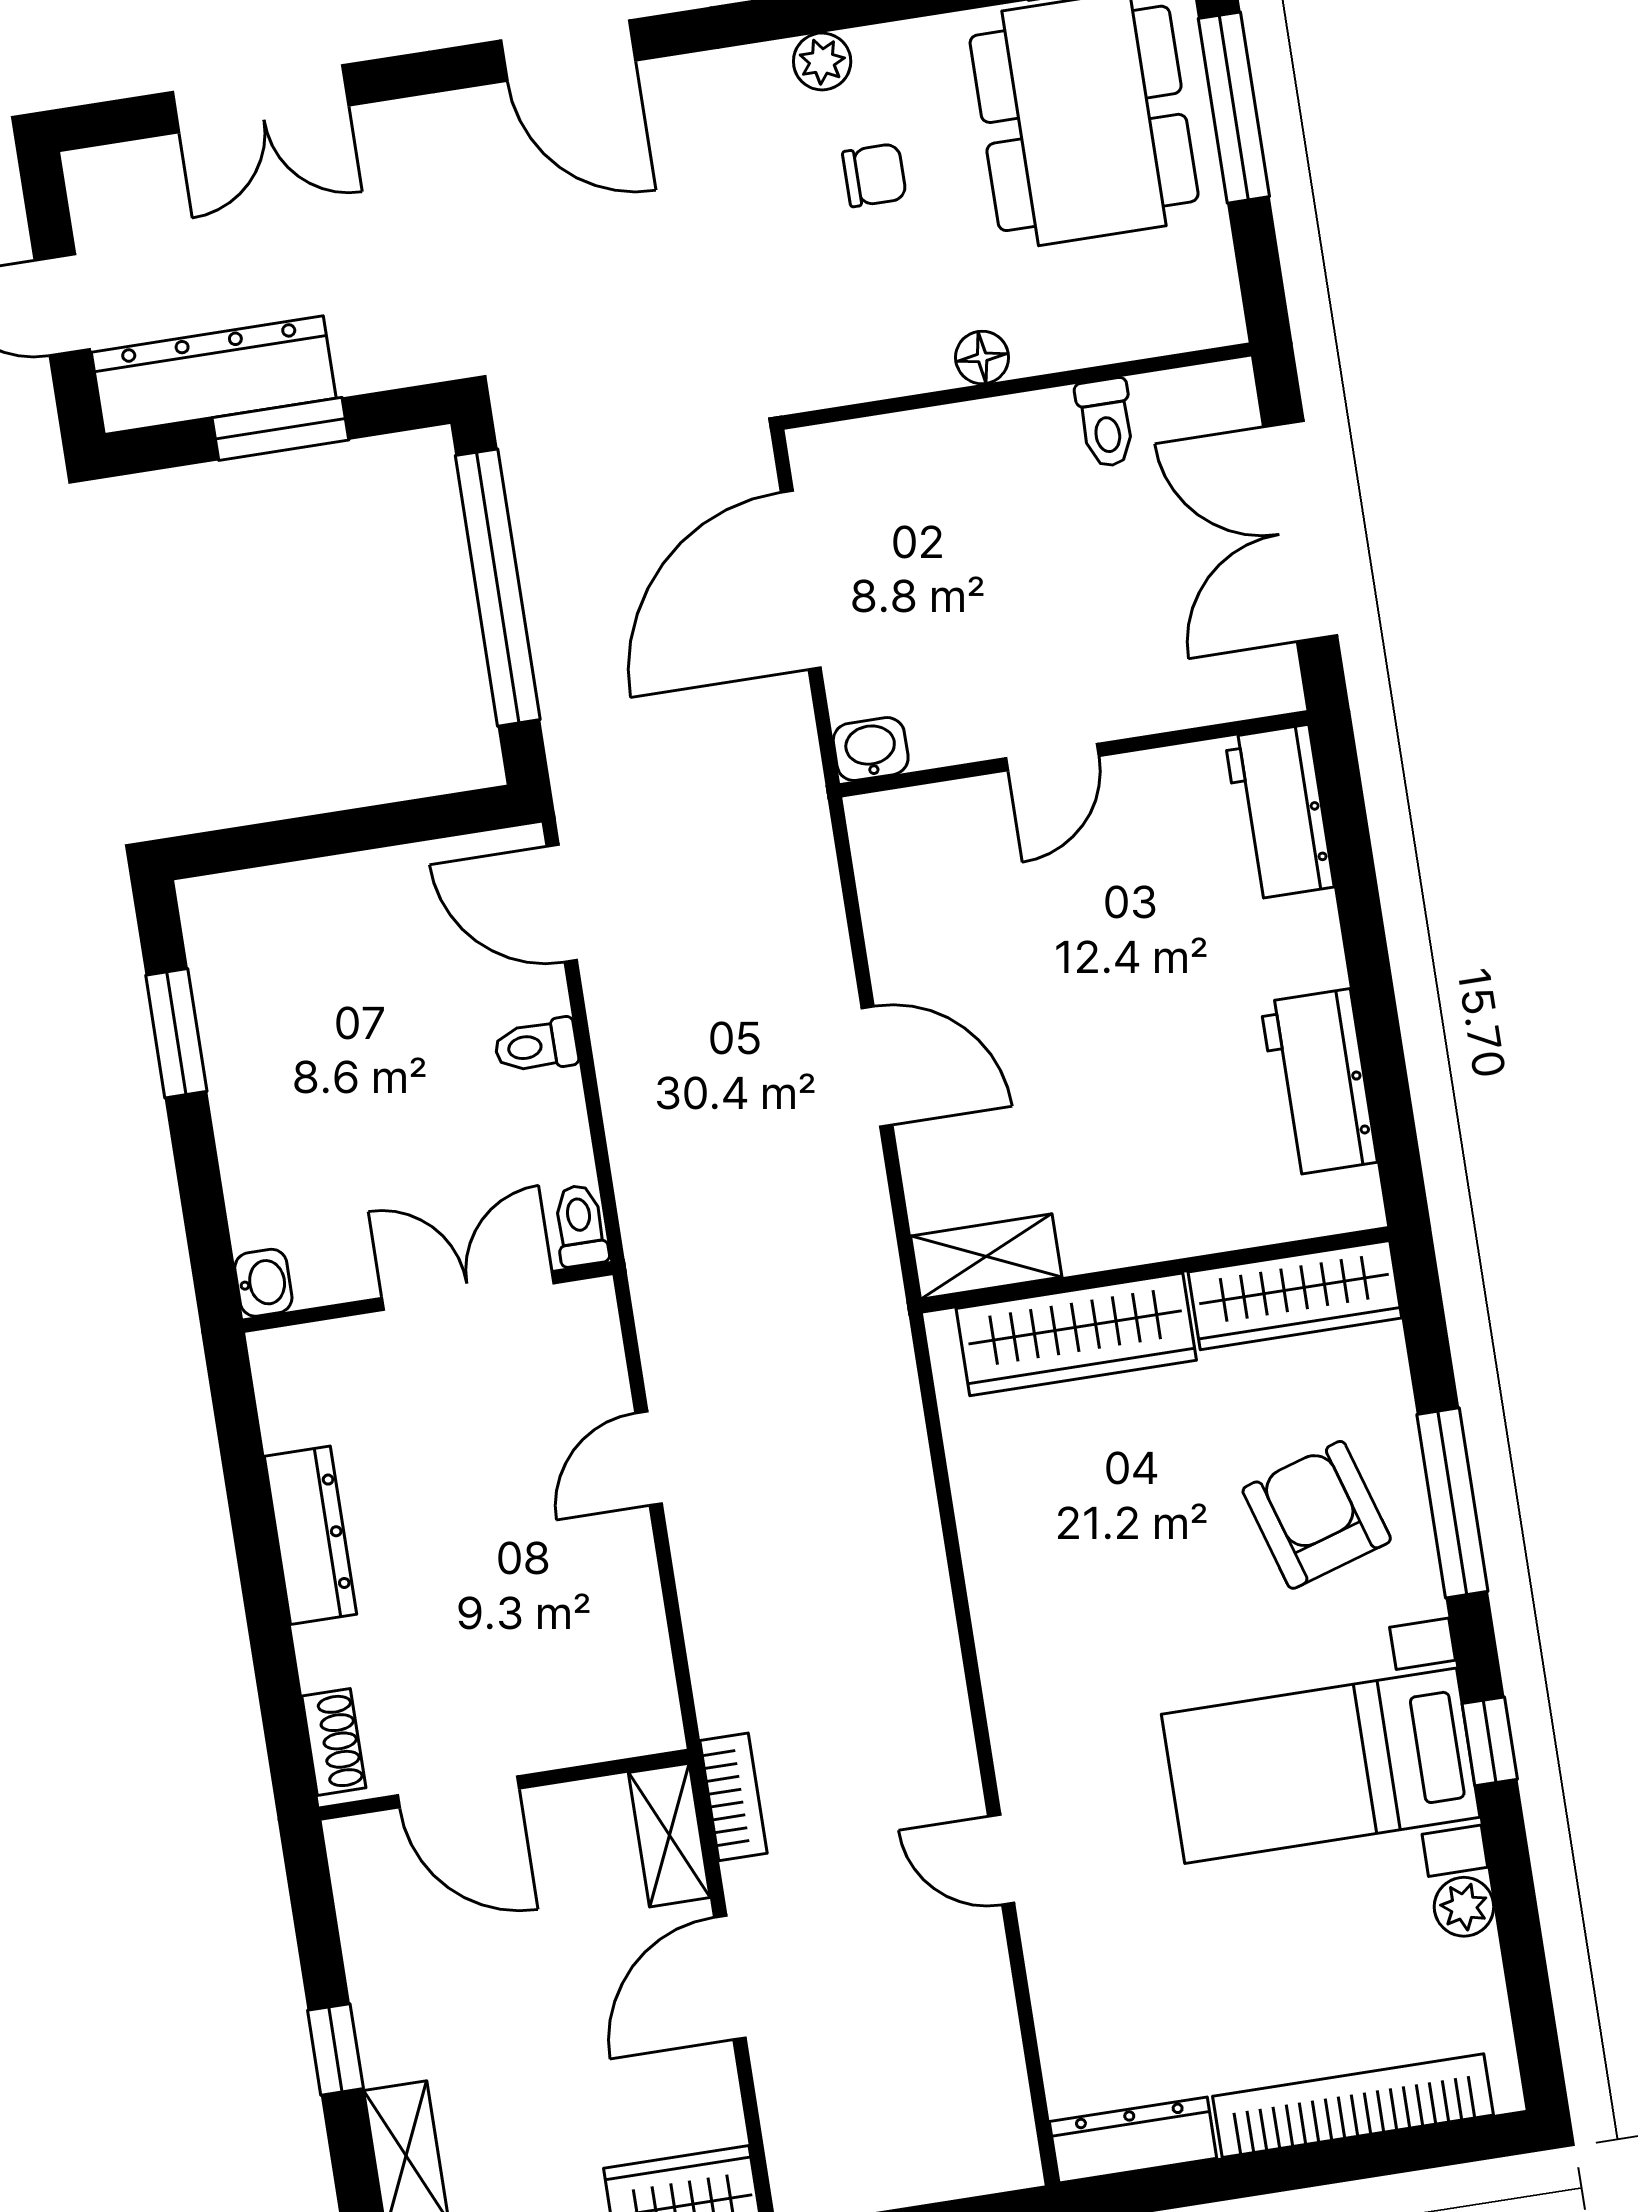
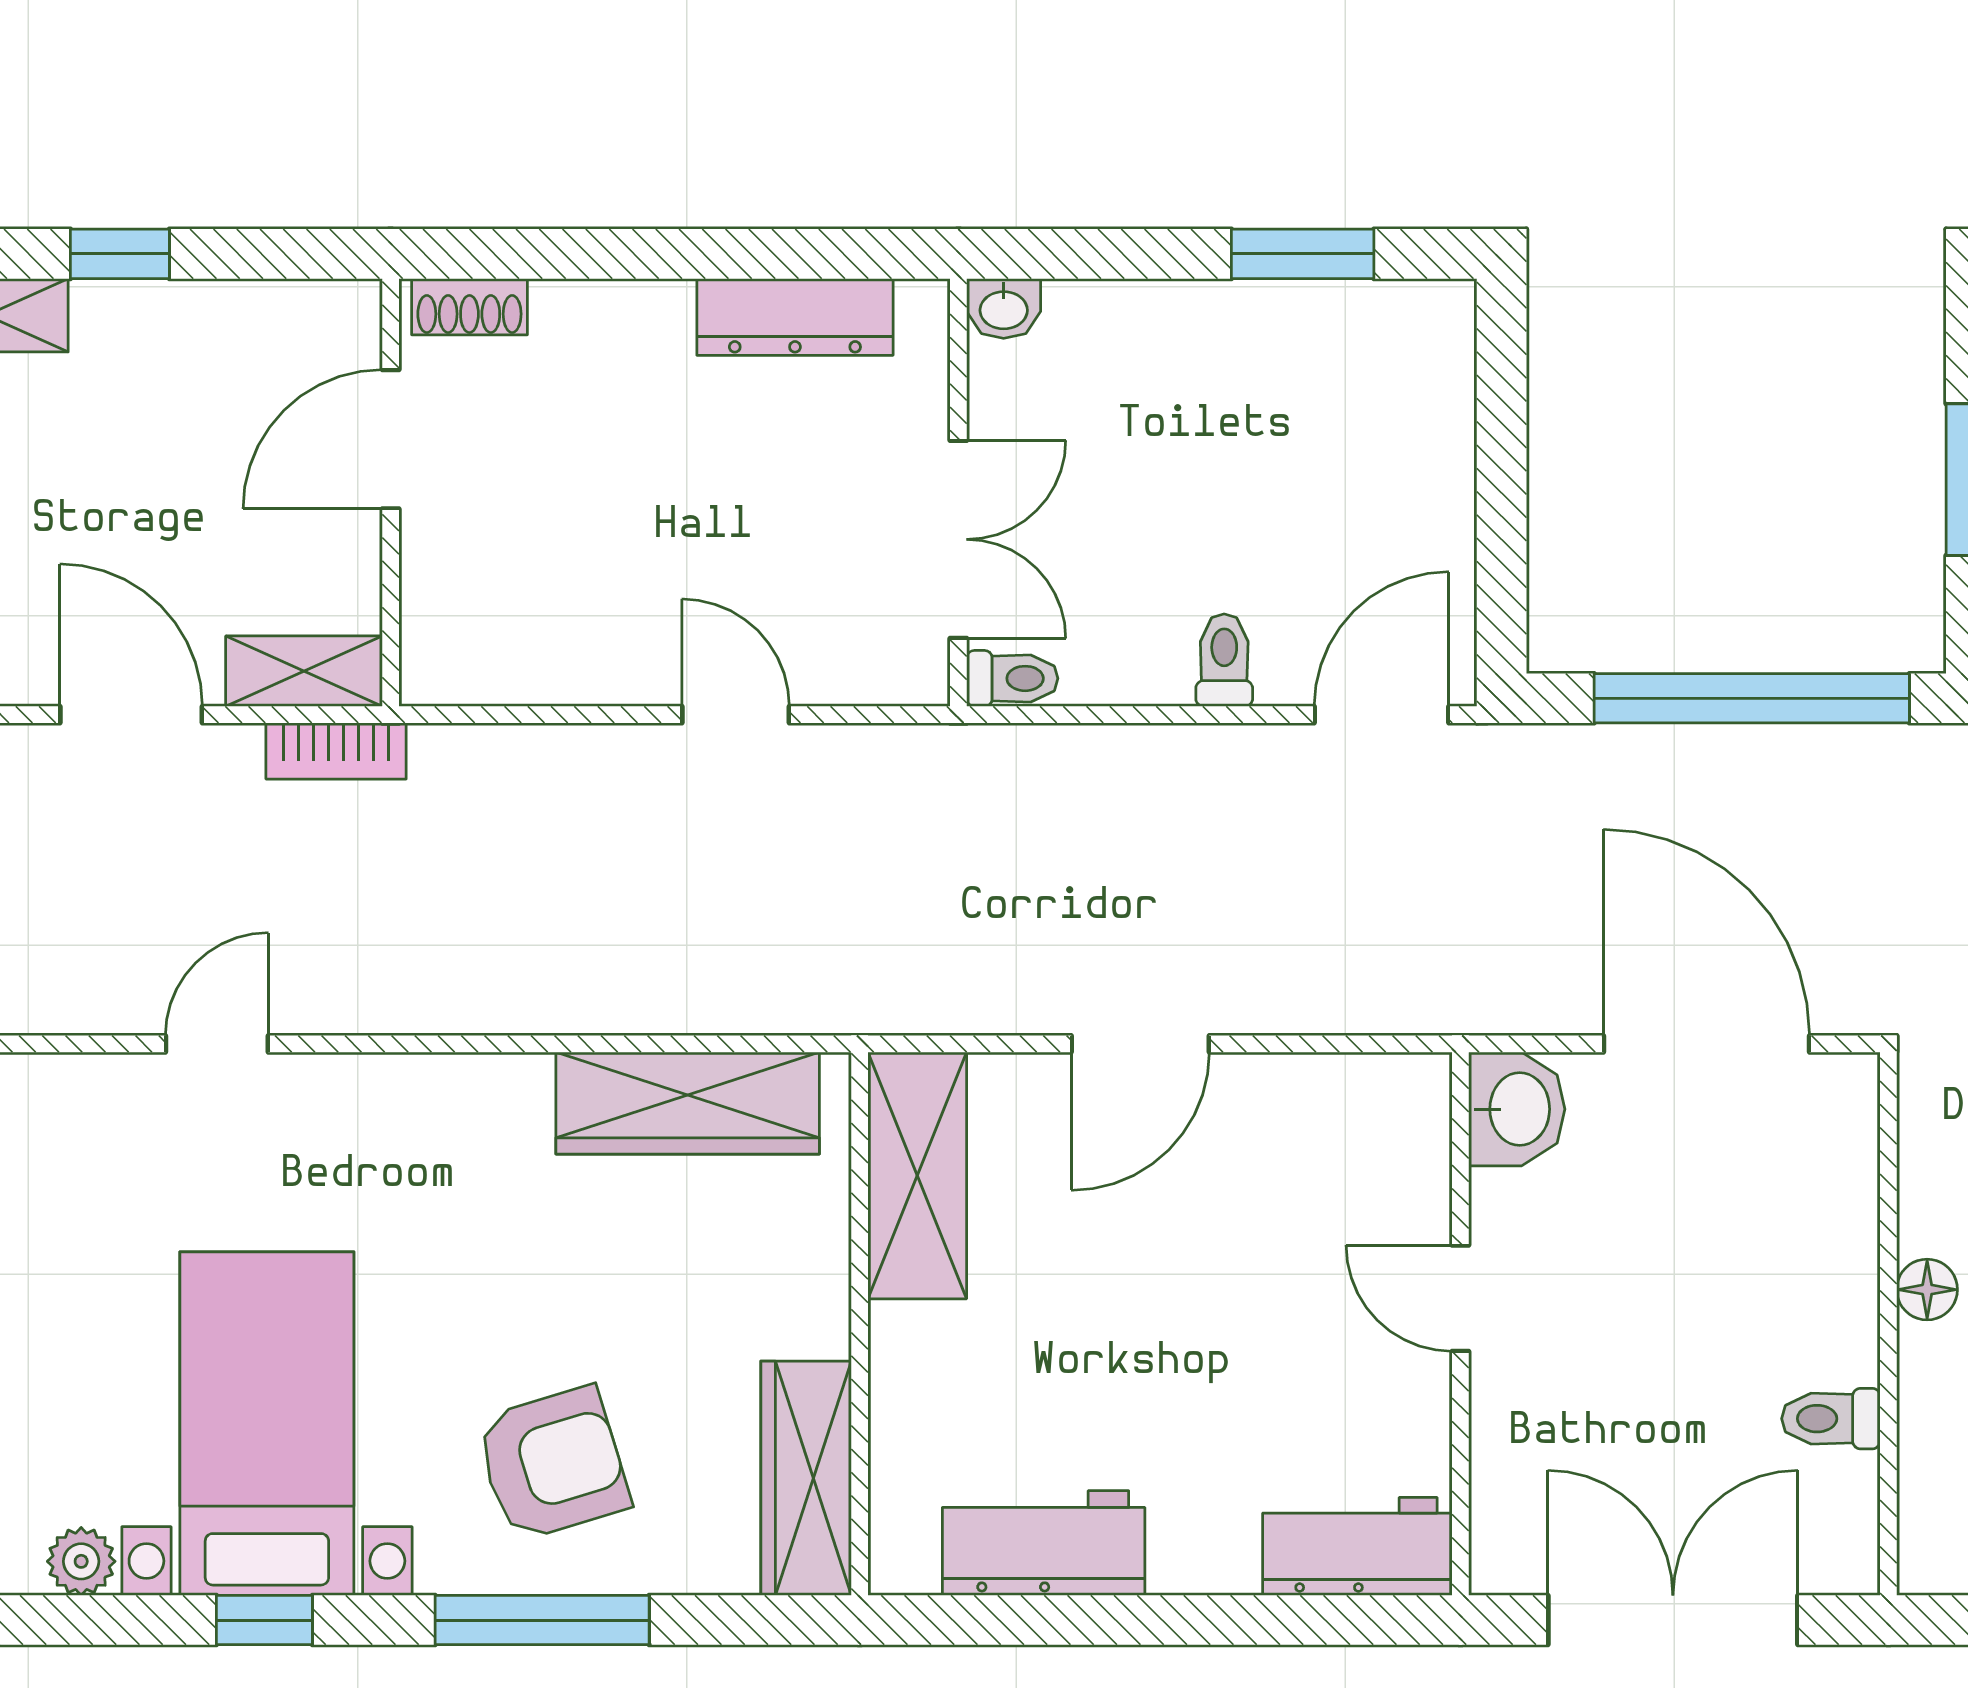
washbasin: (871, 749) -> (1517, 1109), width x1.38, depth x1.45
shelving: (986, 1256) -> (917, 1175), width x1.50, depth x1.33
wardrobe: (1076, 1334) -> (688, 1103), moved, turned -90
dresser: (310, 1535) -> (795, 317), moved

